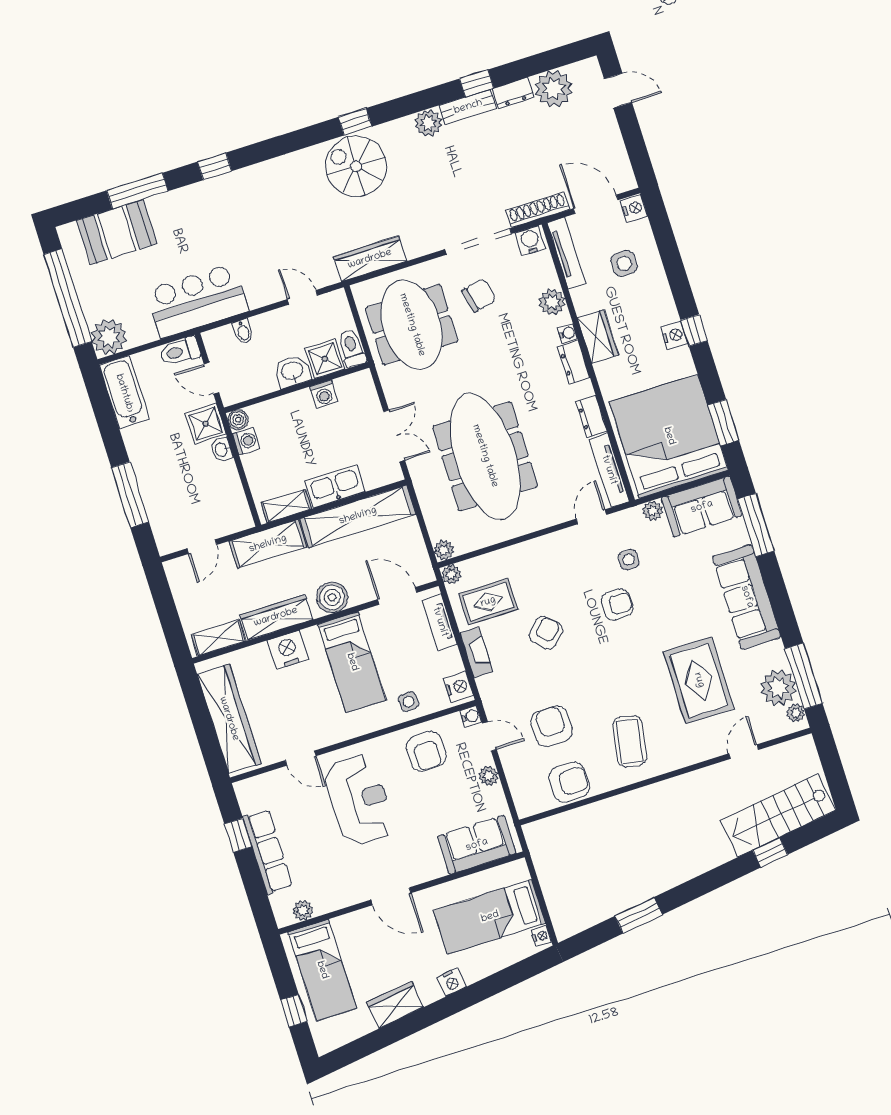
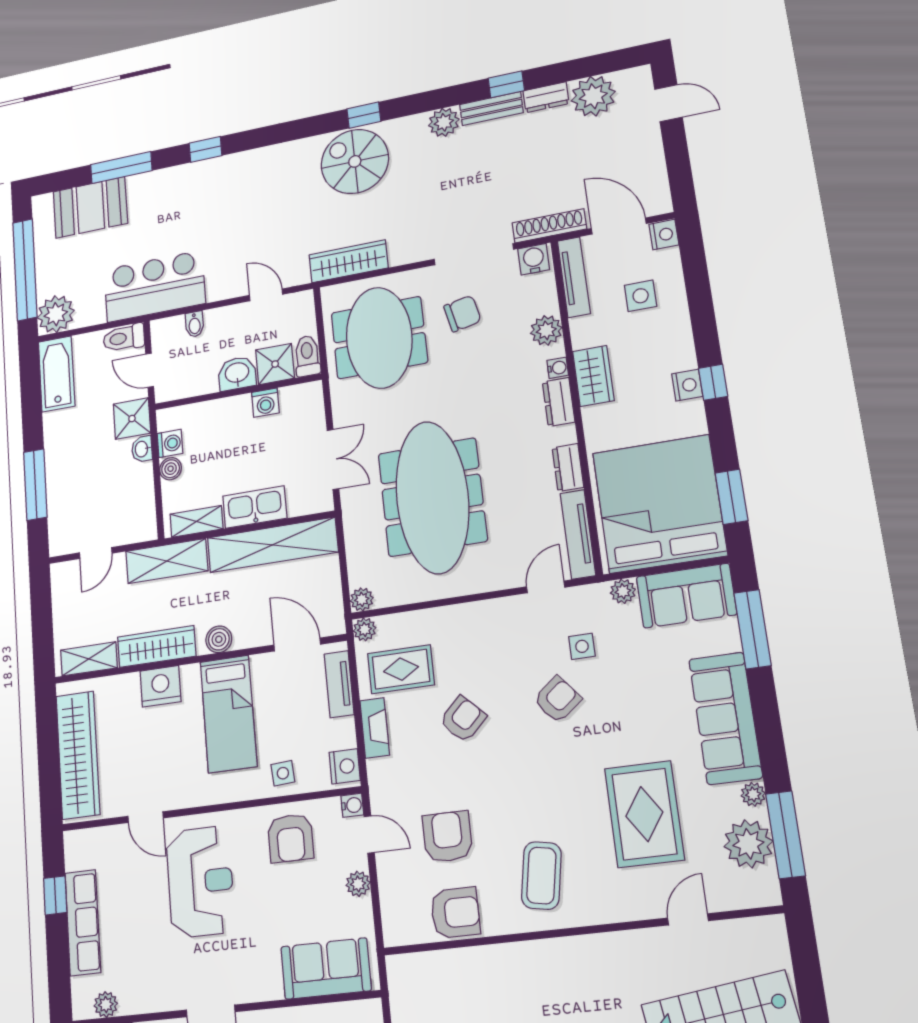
boiler: (238, 420) -> (171, 469), moved
boiler: (332, 597) -> (219, 639), width x0.73, depth x0.73
armchair: (617, 604) -> (557, 699), turned -39
plant: (796, 713) -> (753, 794), moved

